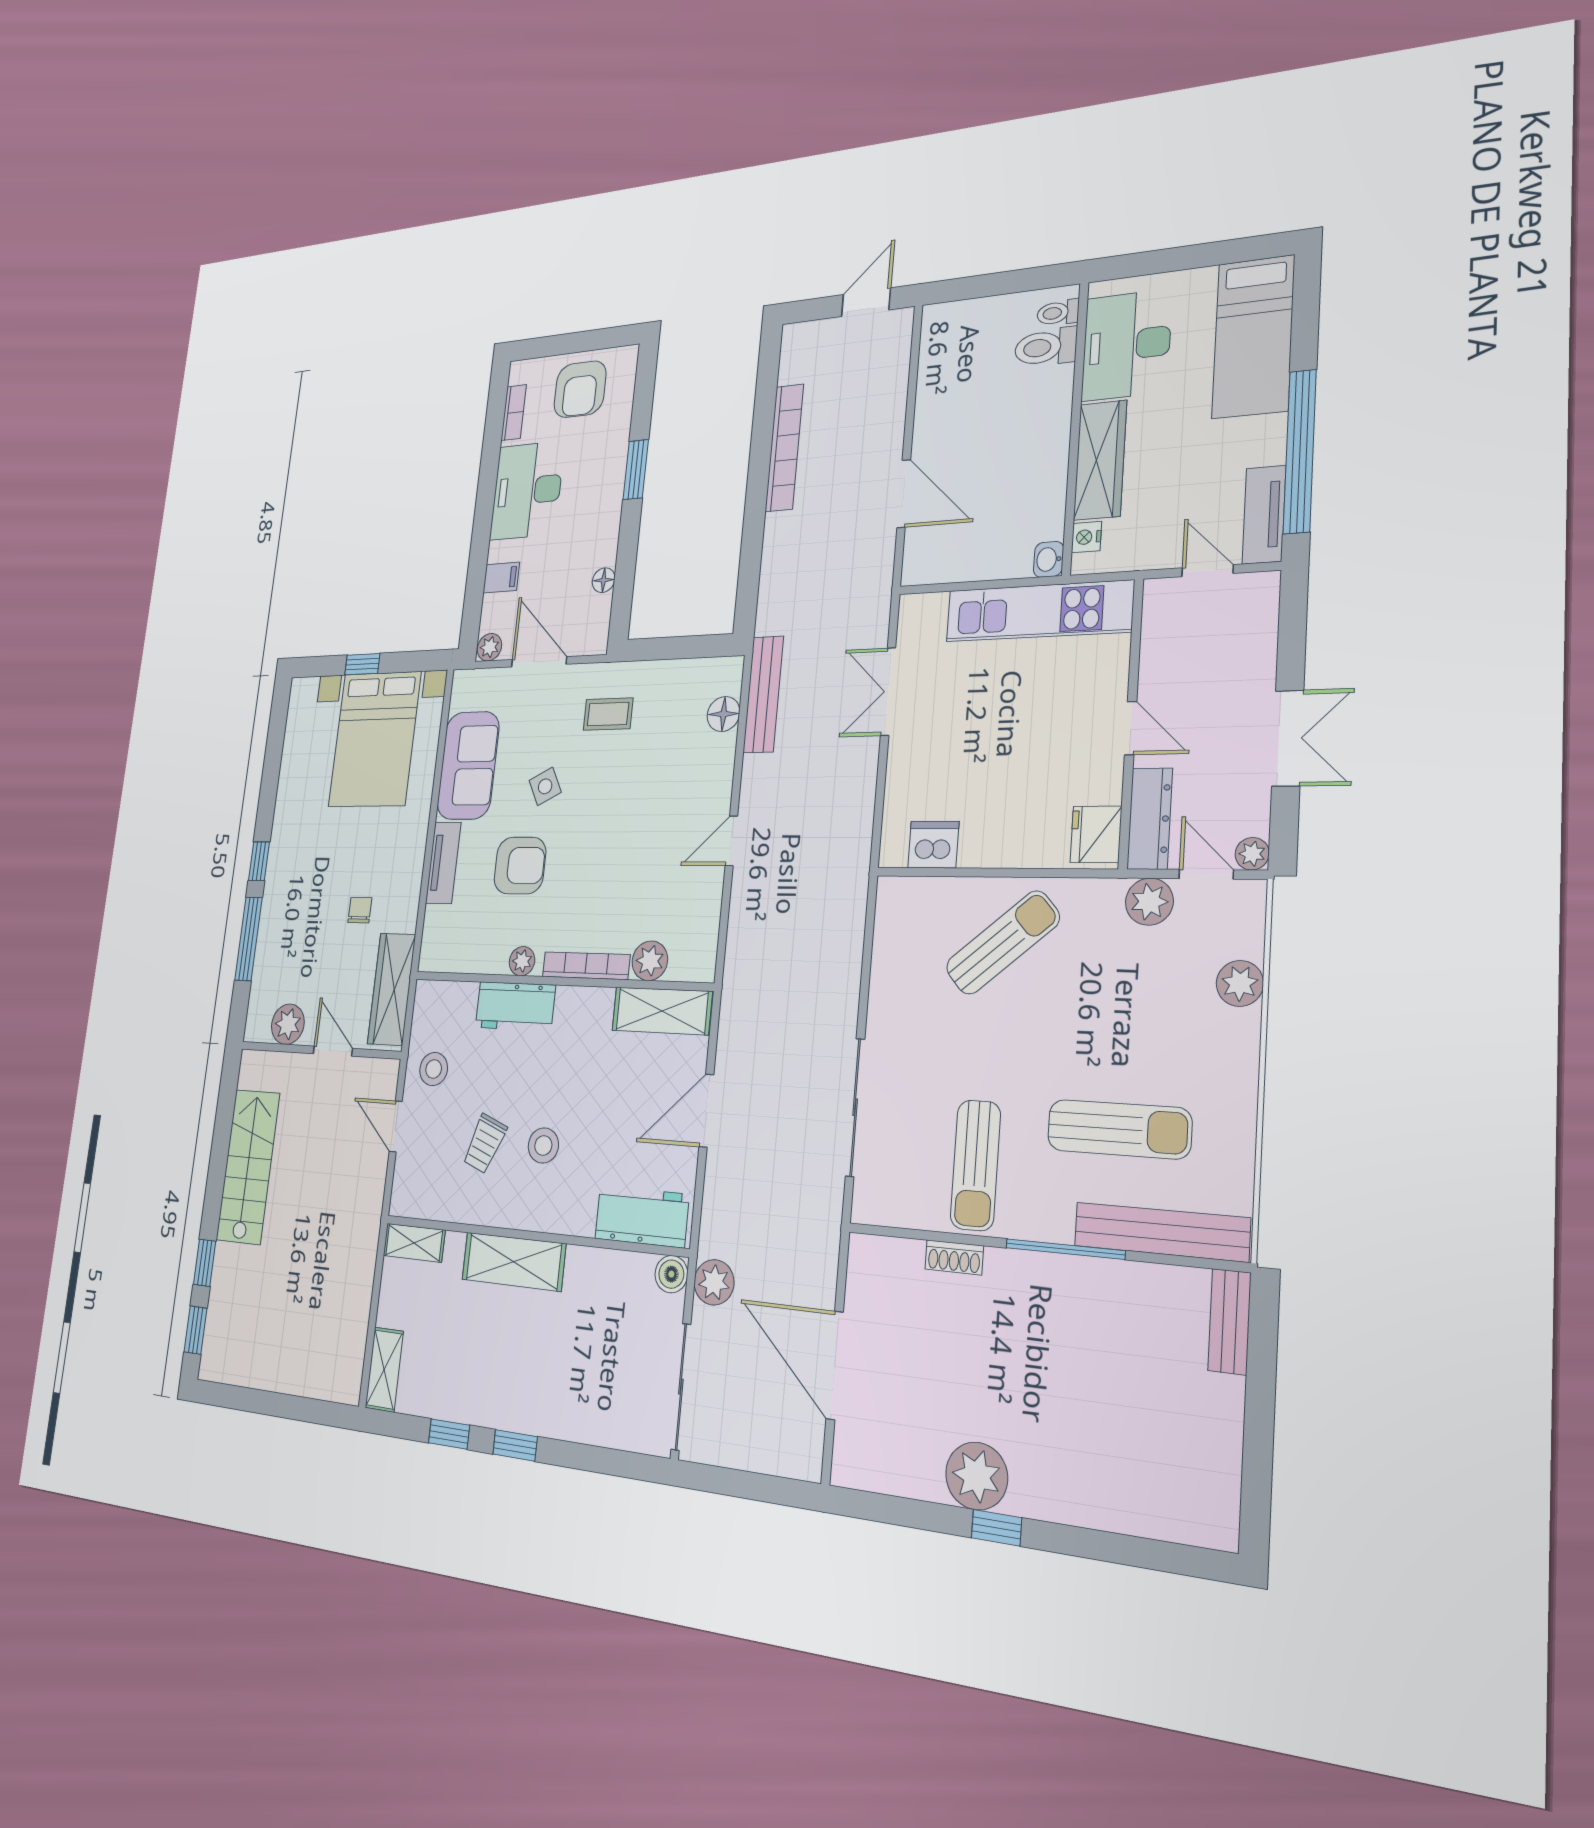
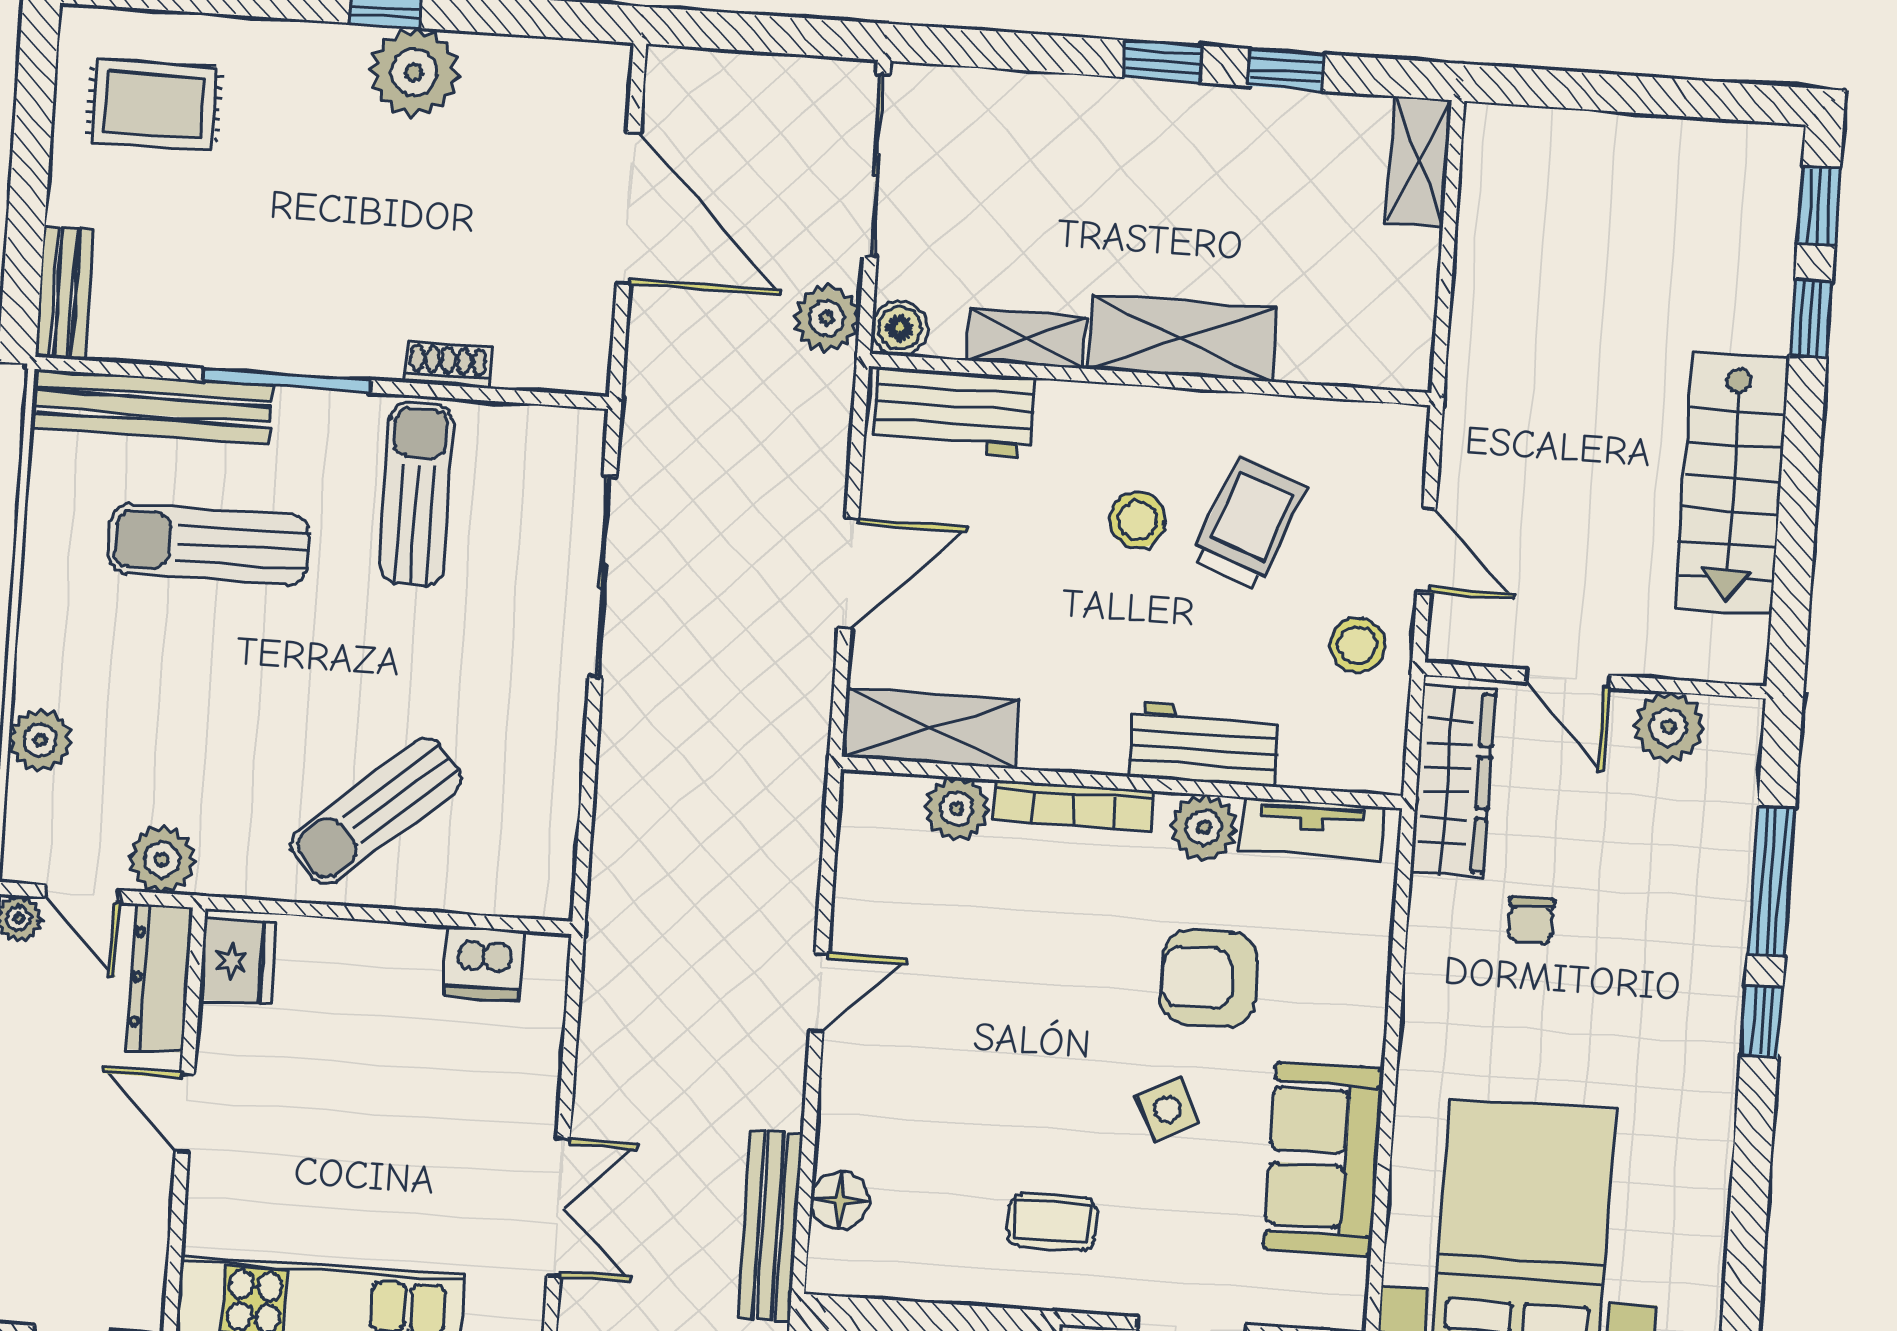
tv unit: (443, 863) -> (1312, 829), moved, turned -90
plant: (522, 961) -> (1204, 828), width x1.38, depth x1.38
trolley: (485, 1144) -> (1249, 523), width x1.36, depth x1.39
shelving: (414, 1243) -> (1026, 339), moved
rug: (1164, 1466) -> (154, 105), added

